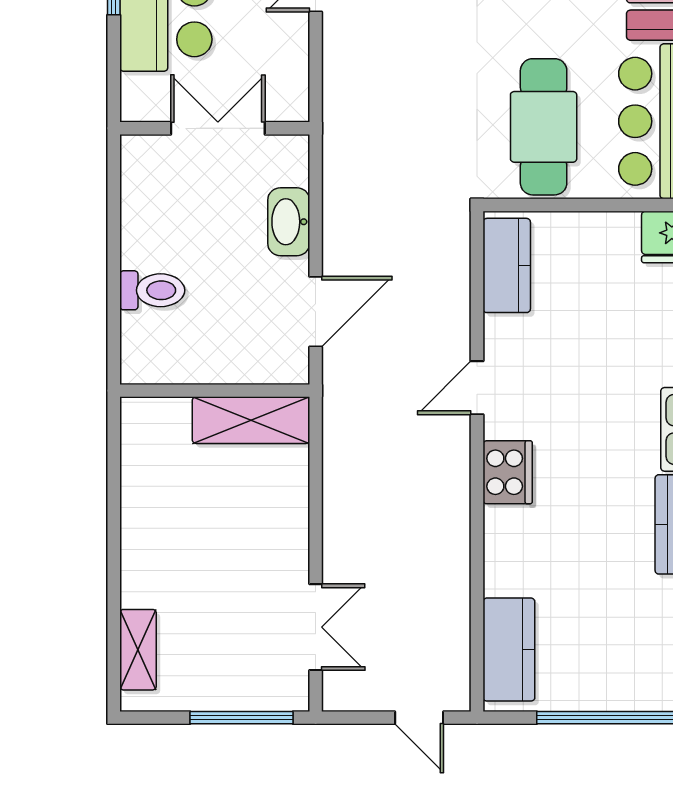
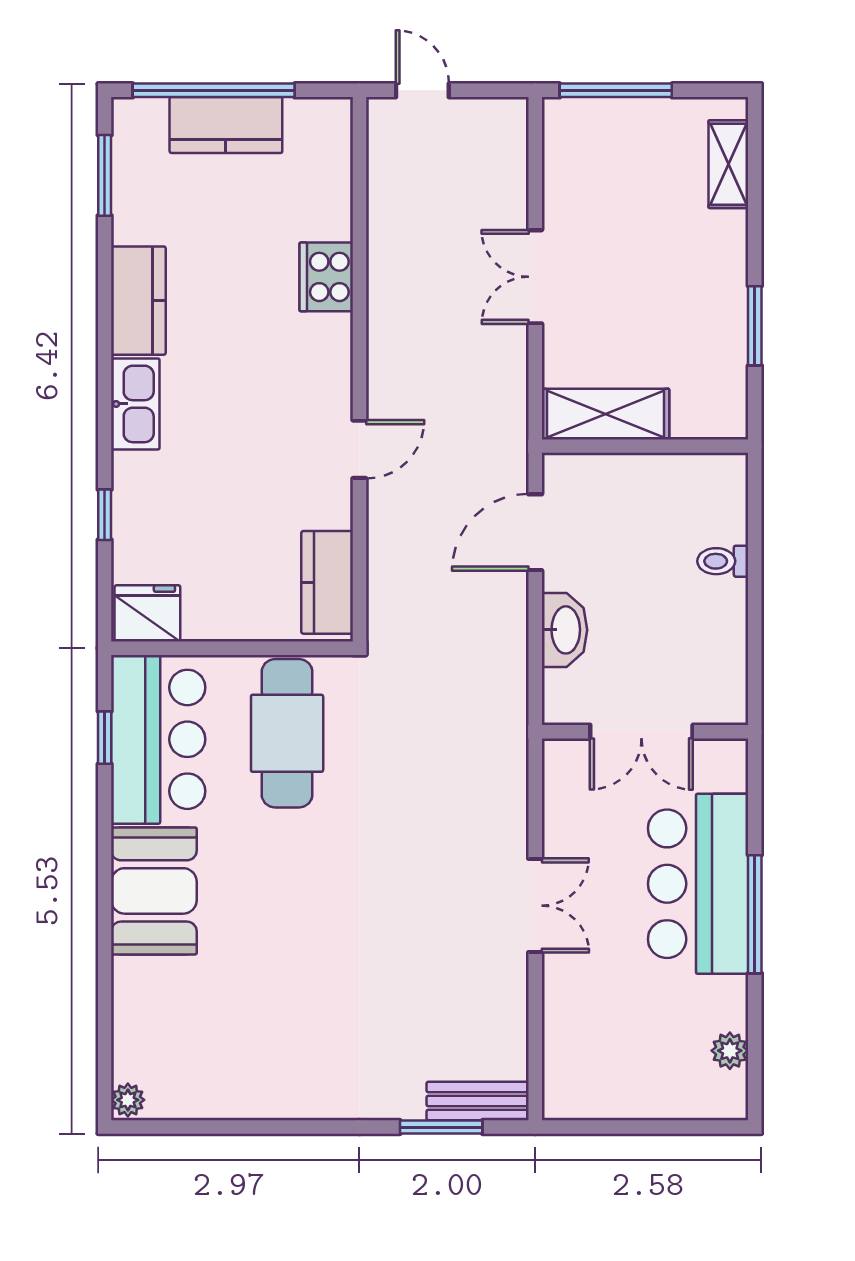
toilet: (152, 290) -> (723, 561), width x0.73, depth x0.72
cooker: (508, 472) -> (326, 277), moved
window: (114, 501) -> (755, 326), added
double door: (316, 627) -> (535, 277), moved
kitchen counter: (509, 650) -> (226, 125), moved, turned -90

